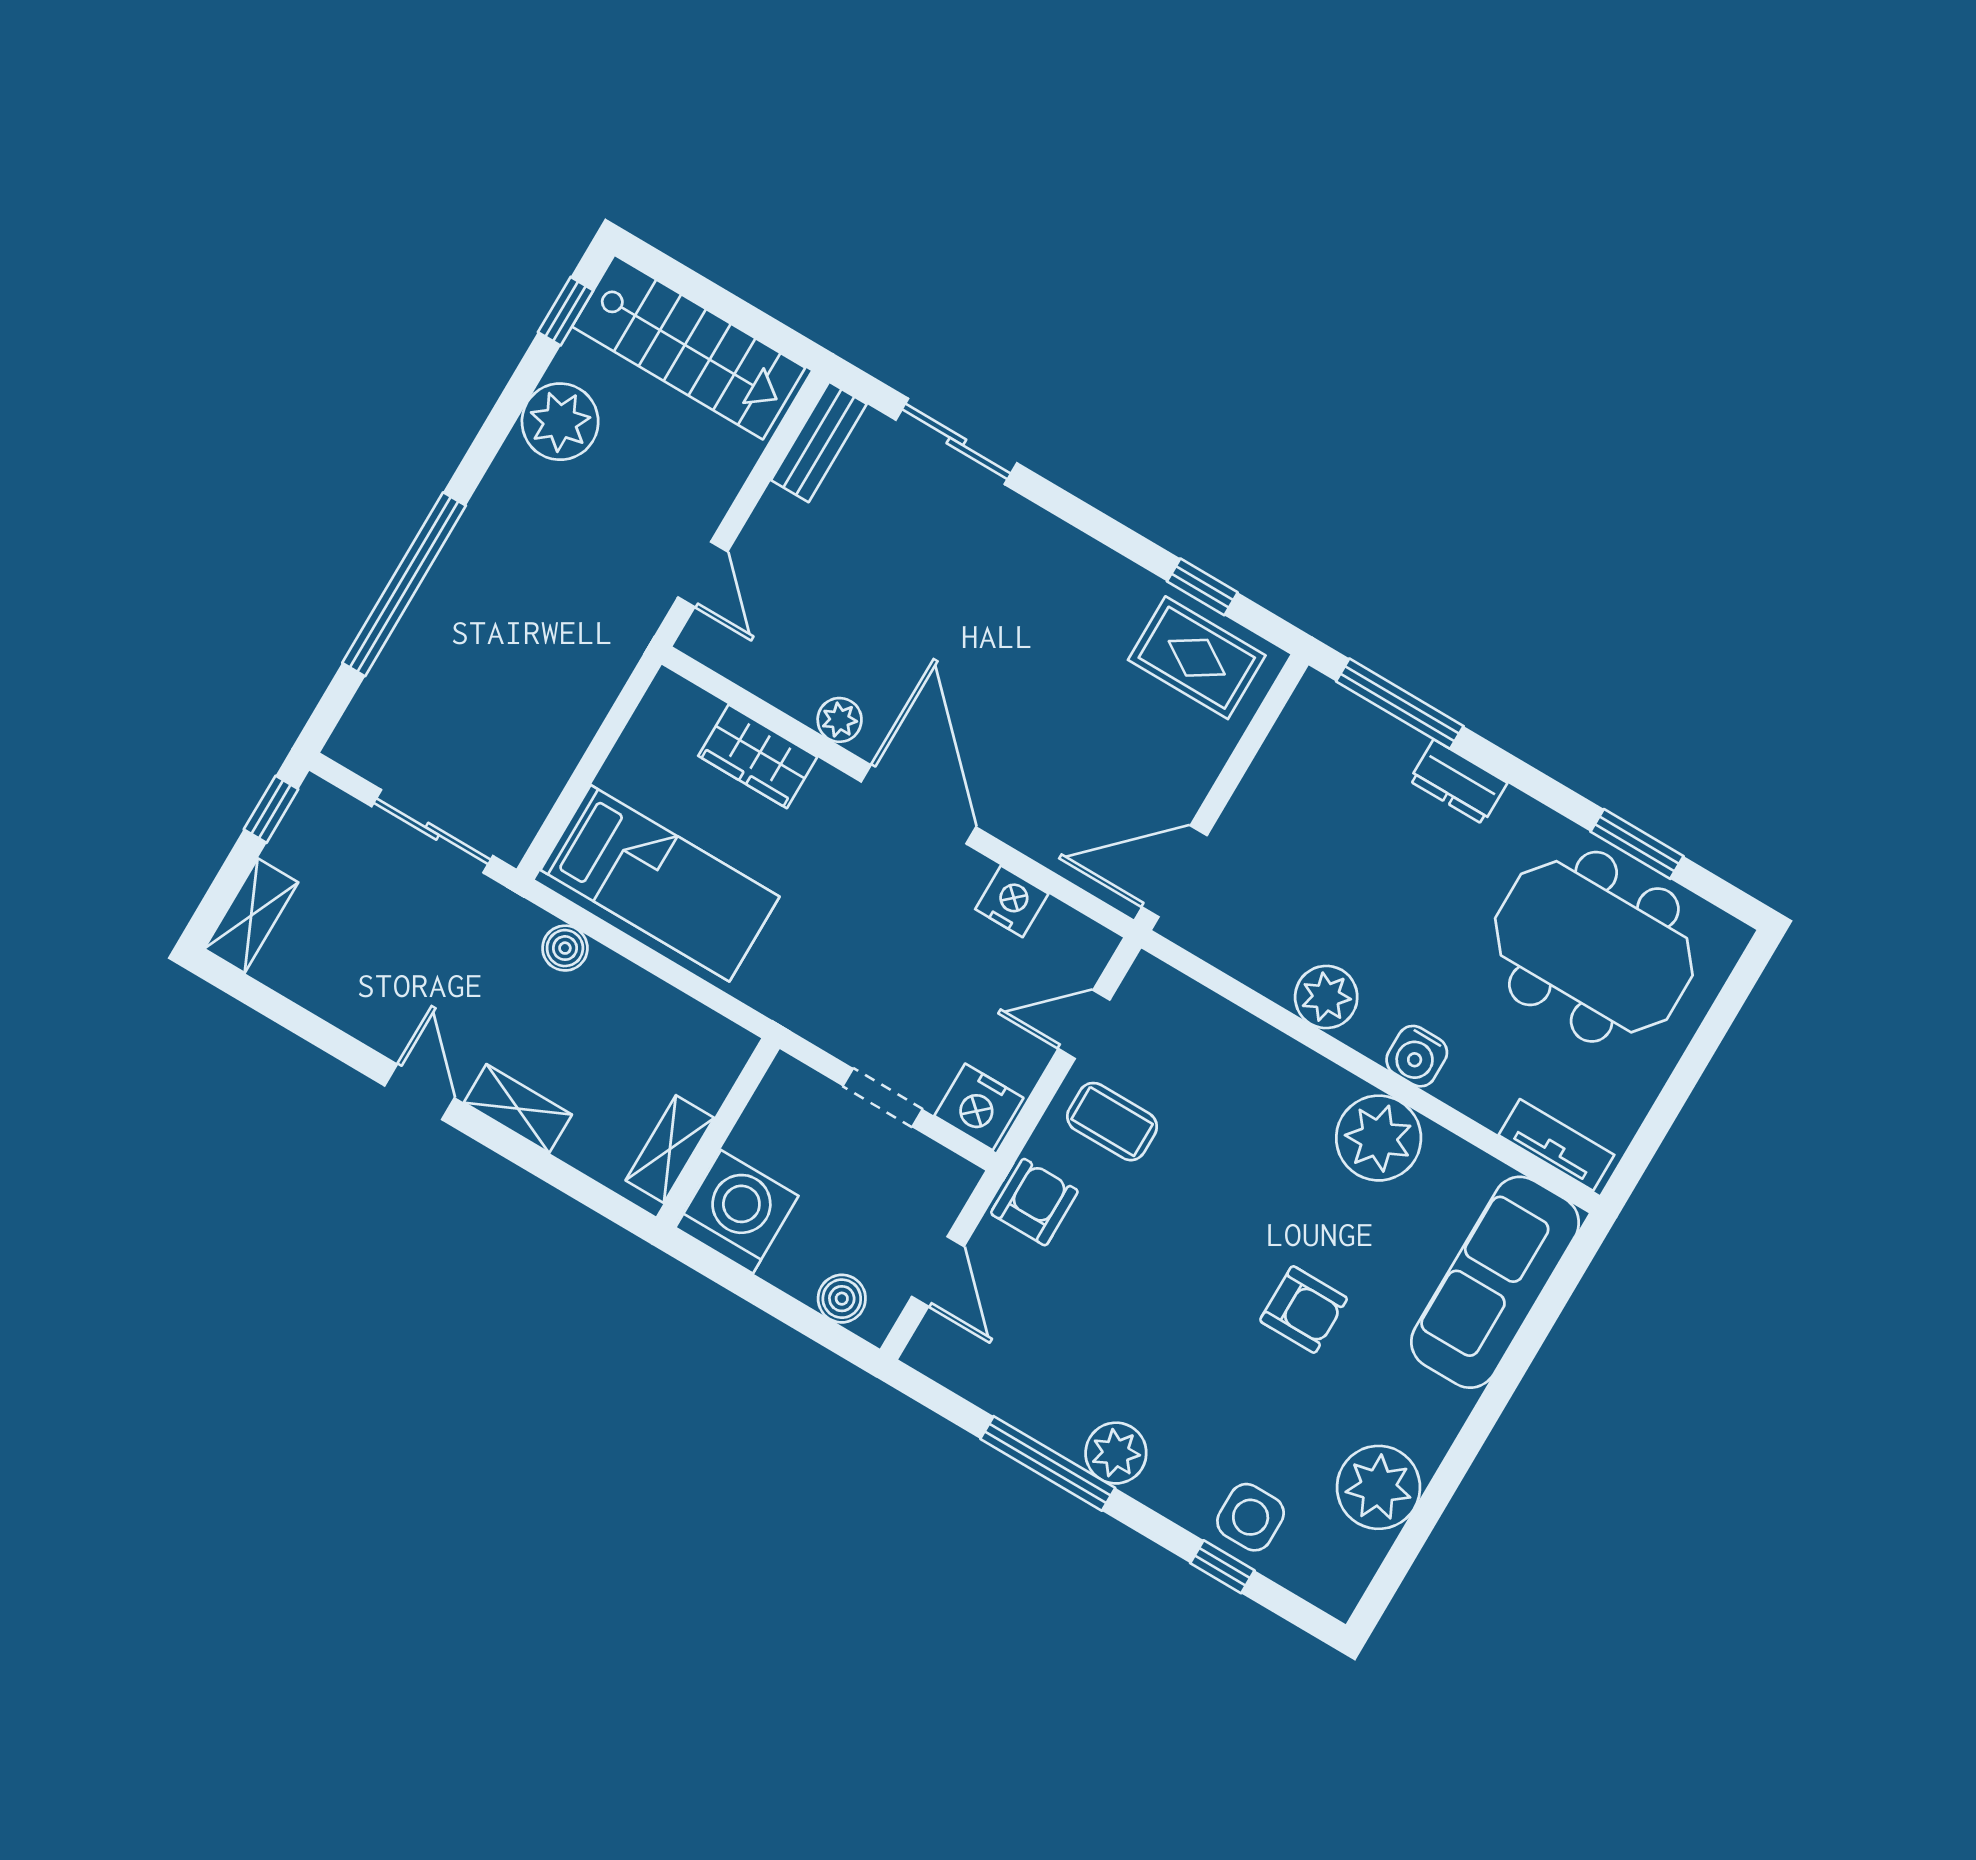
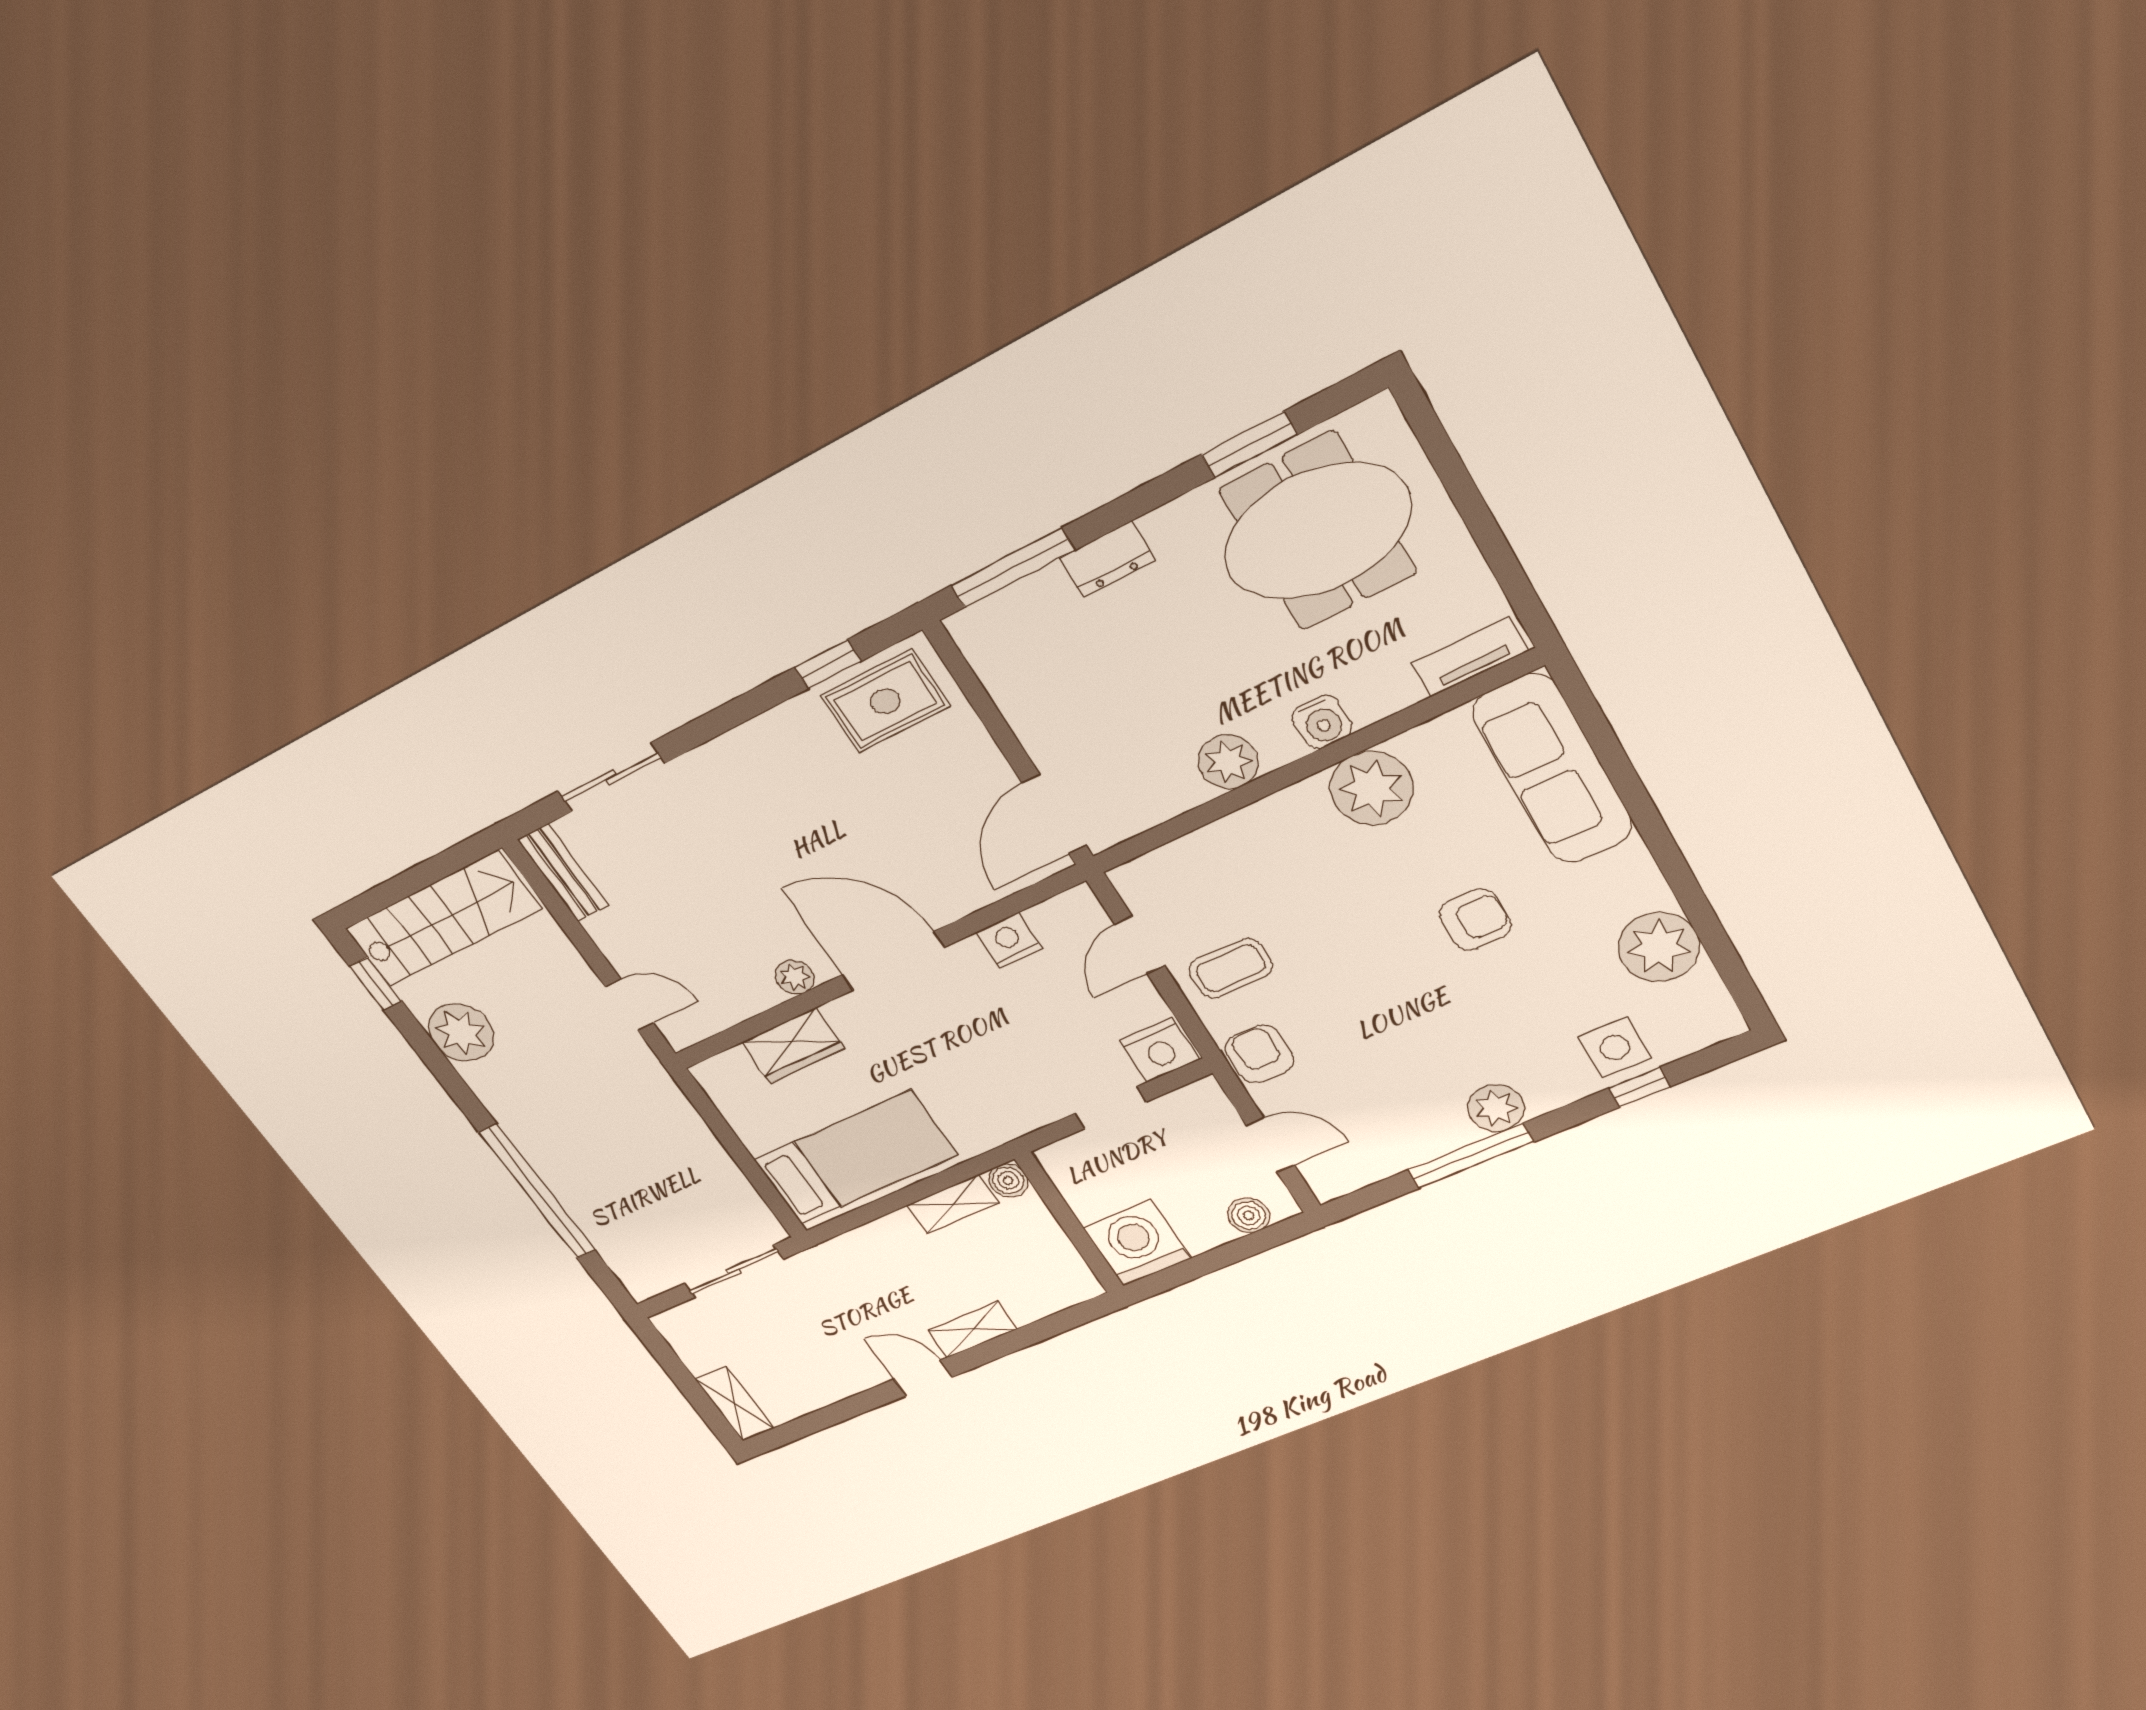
window: (271, 809) -> (663, 1353), removed
boiler: (565, 948) -> (1008, 1180), moved
shelving: (670, 1149) -> (952, 1204), moved, turned 90

